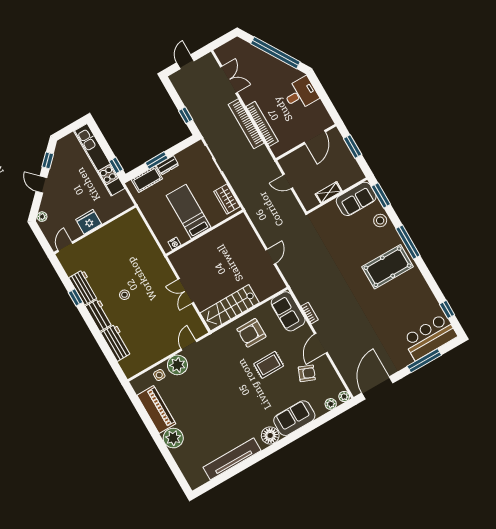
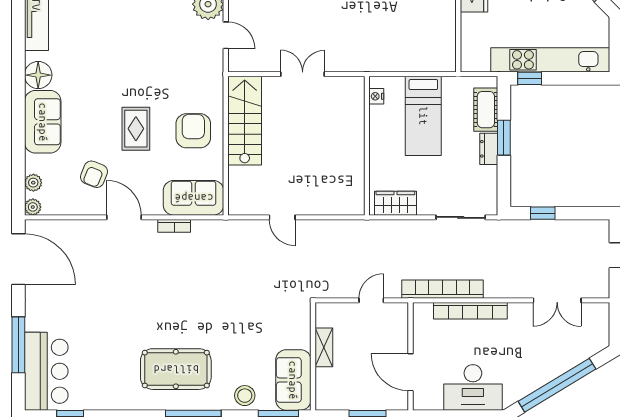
desk: (301, 94) -> (473, 387), width x1.37
bookcase: (246, 124) -> (443, 289), moved
bed: (189, 212) -> (423, 116), moved, turned 90
pool table: (388, 267) -> (176, 369), turned 90

